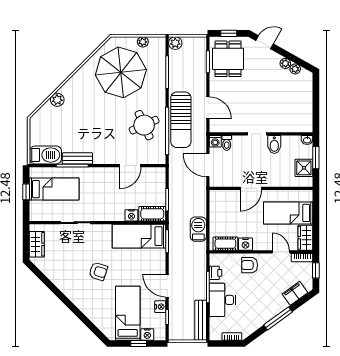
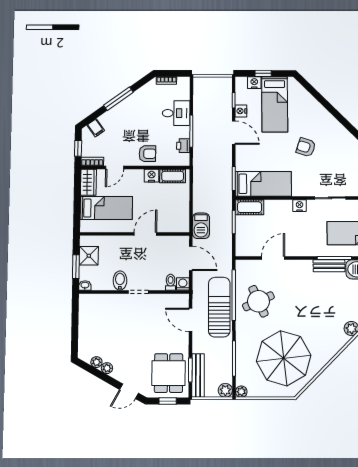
plant: (143, 42) -> (241, 392), moved
nightstand: (131, 215) -> (300, 206), moved
barbecue: (198, 229) -> (201, 226), moved
door: (281, 252) -> (115, 167), hinge flipped
filing cabinet: (295, 293) -> (96, 128), width x0.50
desk: (222, 300) -> (176, 113), width x0.73
bench: (201, 320) -> (198, 375), moved

